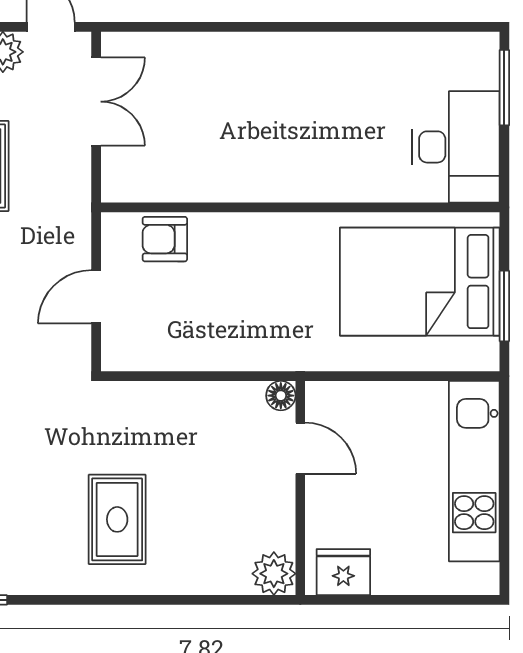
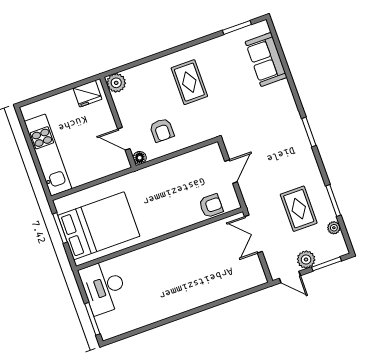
double door: (96, 102) -> (253, 234), moved
armchair: (212, 438) -> (162, 130), added

